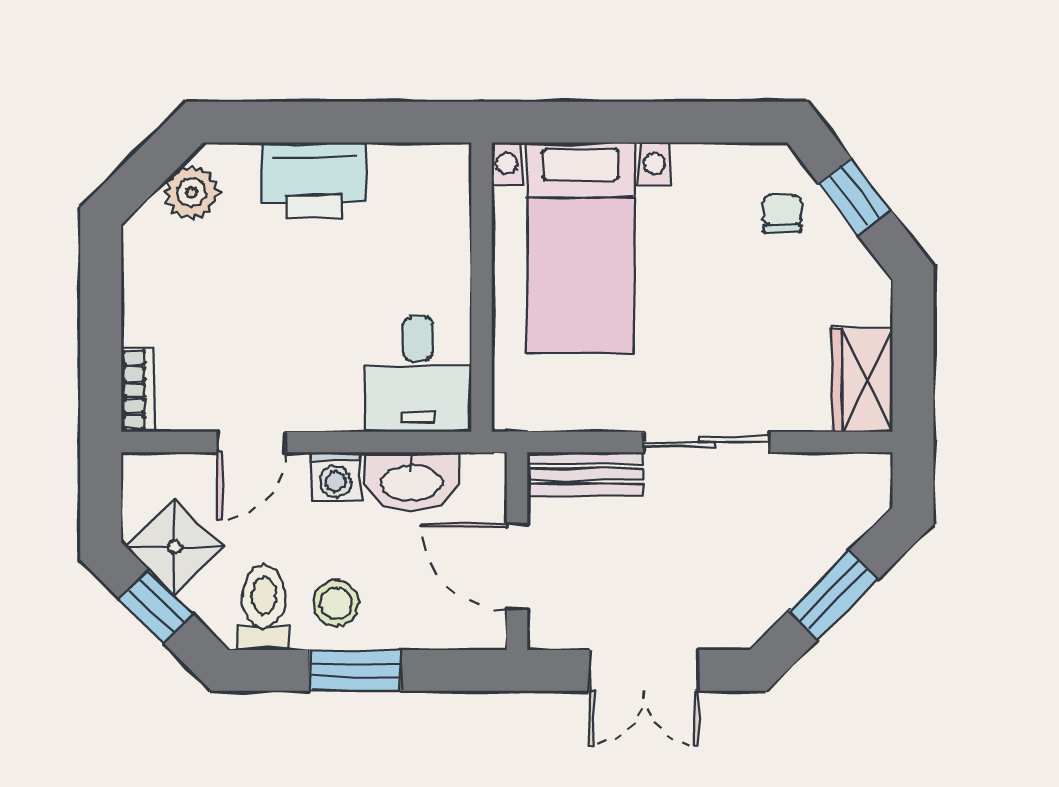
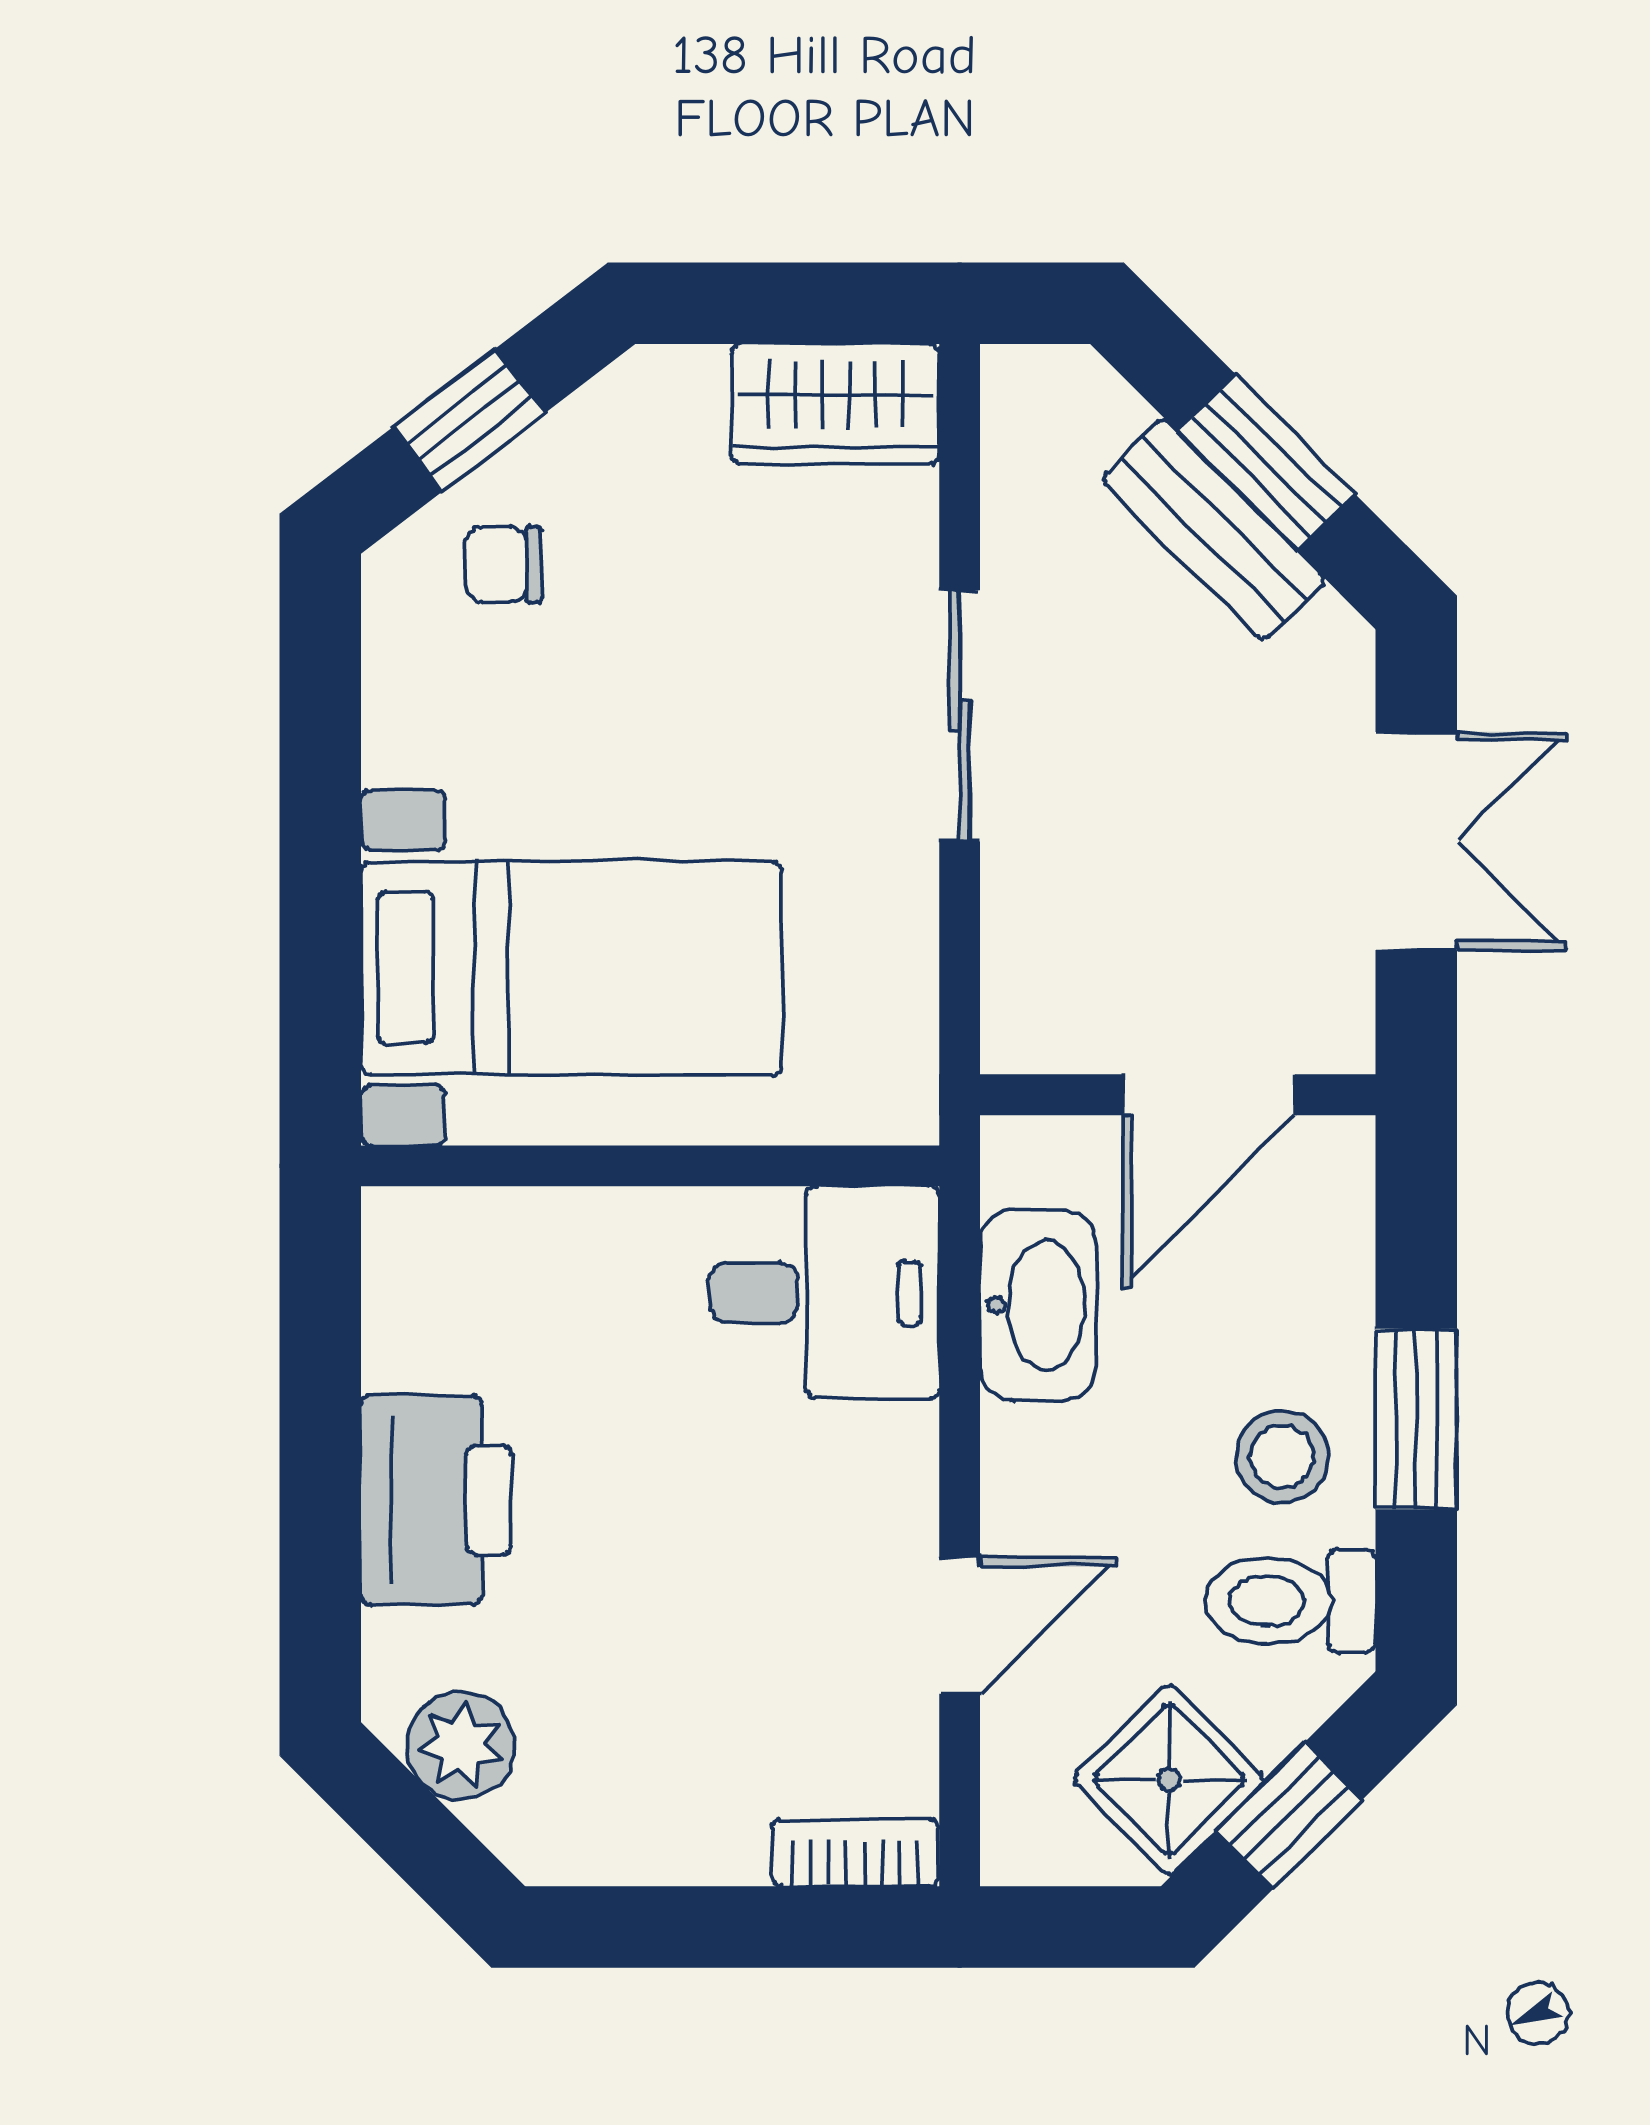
door: (251, 442) -> (960, 1626), hinge flipped
bench: (585, 474) -> (1213, 529), moved, turned -45
washing machine: (335, 476) -> (1029, 1458), removed

